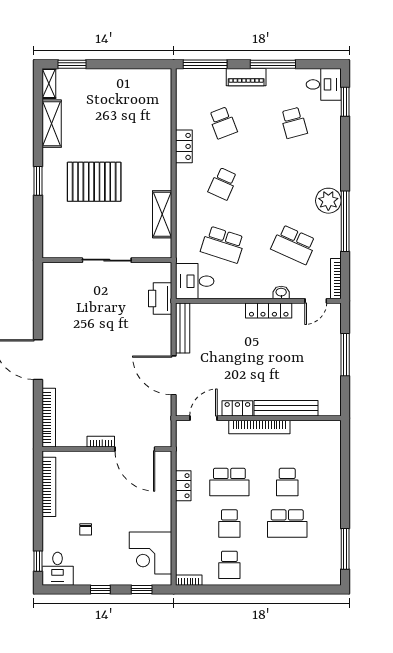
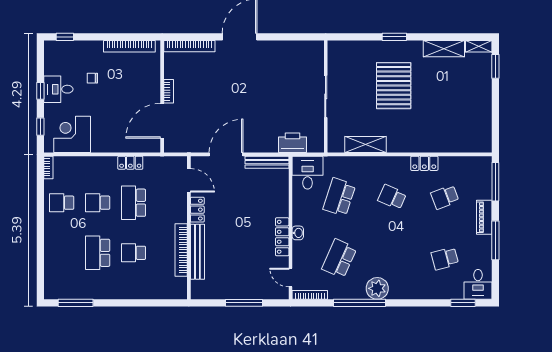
washbasin: (281, 292) -> (298, 233), moved
bookcase: (259, 427) -> (181, 250), moved
desk: (58, 569) -> (58, 89), moved

